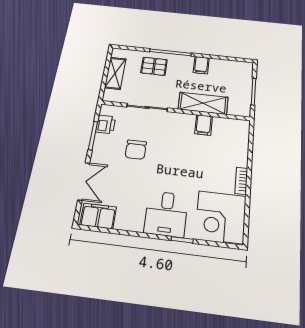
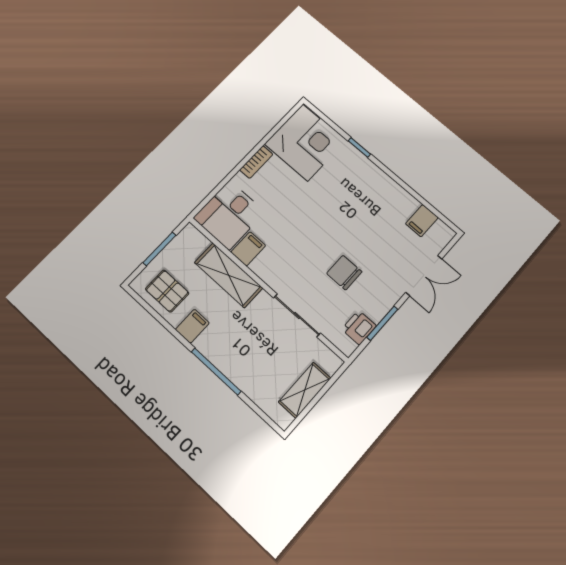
pallet: (154, 66) -> (167, 291), moved
chair: (136, 150) -> (344, 273), turned -90
double door: (84, 181) -> (424, 276), swing flipped
desk: (166, 214) -> (229, 215), moved, turned 180
filing cabinet: (98, 216) -> (422, 221), width x0.50

